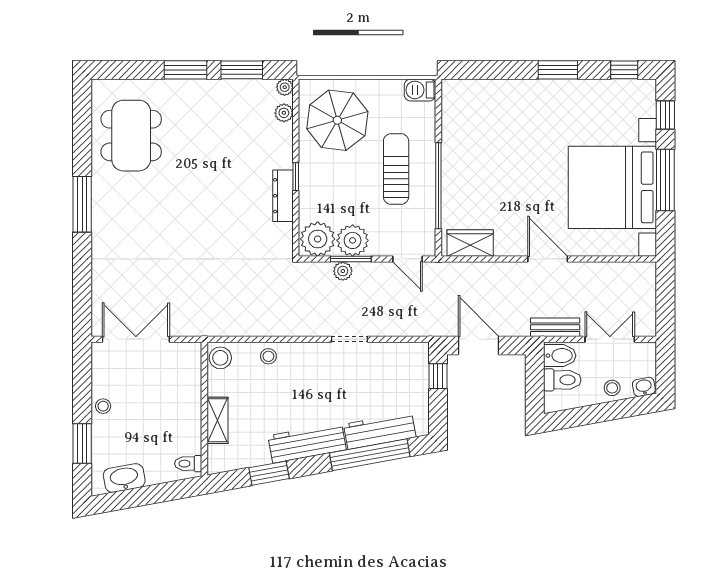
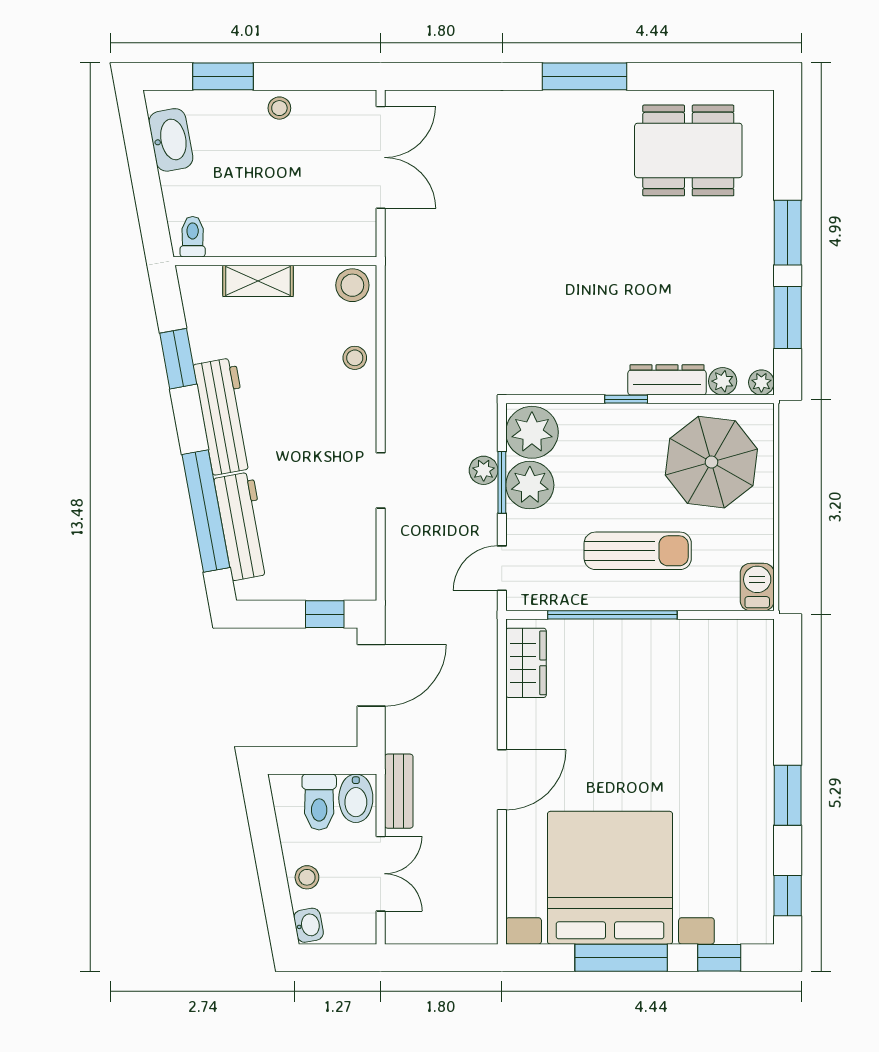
dresser: (283, 196) -> (667, 380), moved

